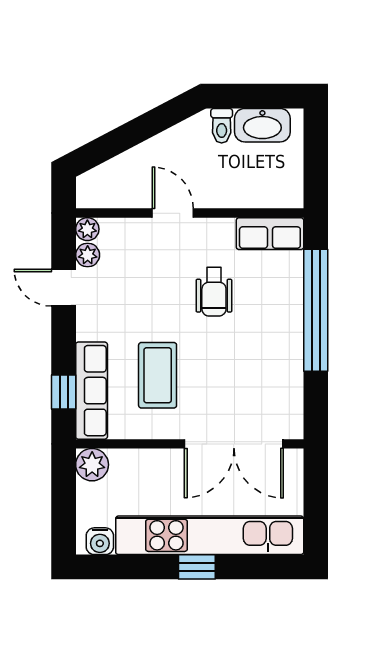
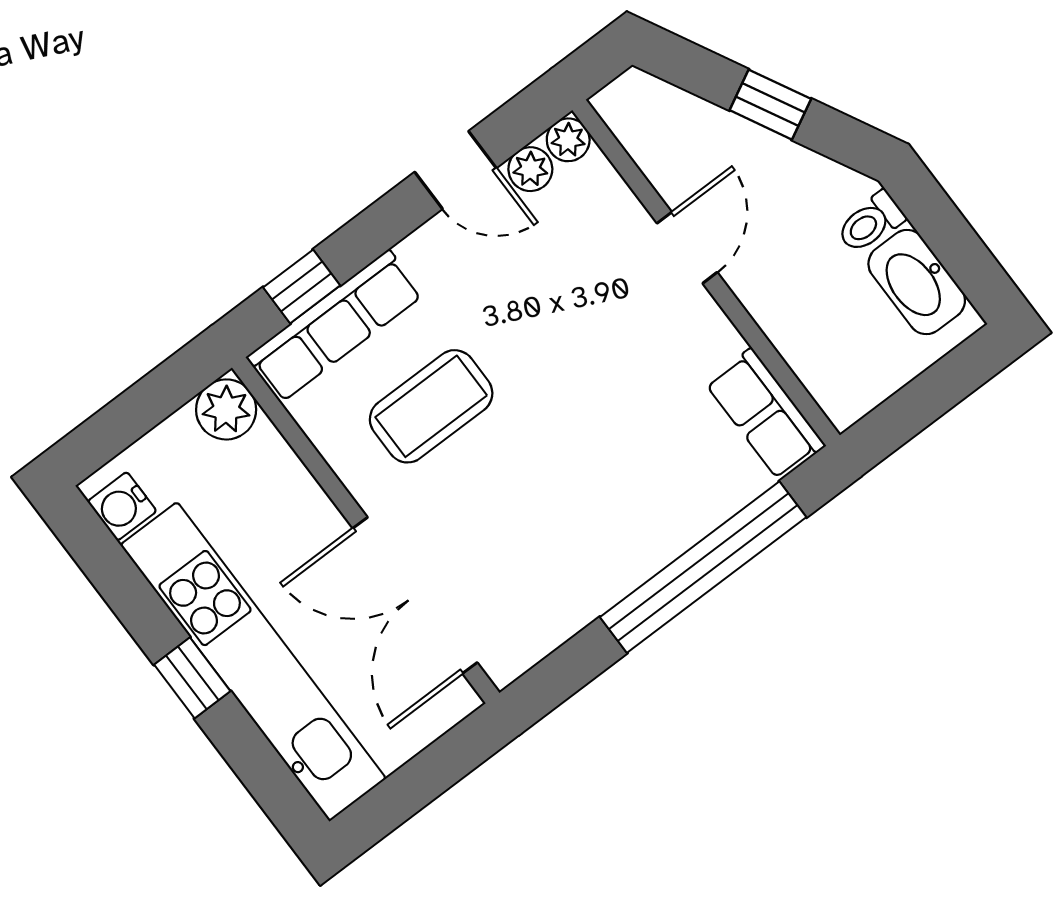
window: (138, 130) -> (770, 105), added
door: (64, 288) -> (455, 170), swing flipped
wheelchair: (214, 292) -> (617, 396), removed

